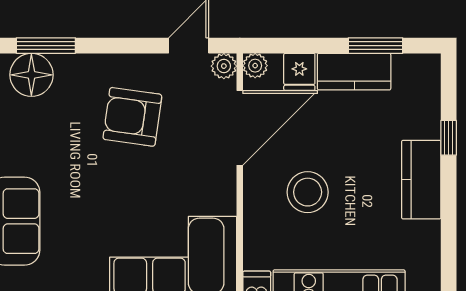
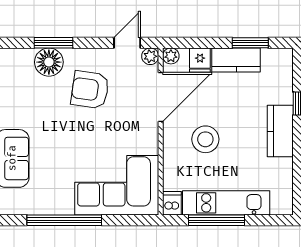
window: (46, 46) -> (54, 43), moved
floor lamp: (31, 75) -> (49, 62), moved

